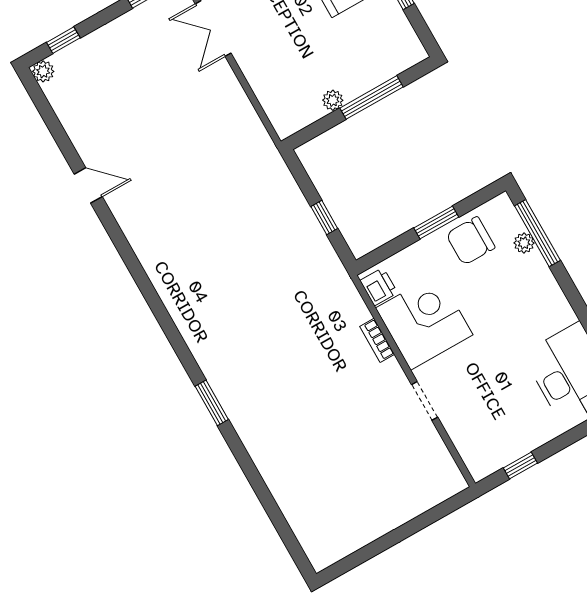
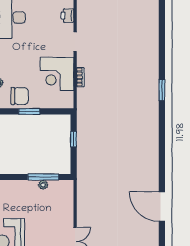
window: (372, 97) -> (43, 177), moved
door: (88, 185) -> (162, 207), width x1.87
printer: (379, 287) -> (67, 16), moved

